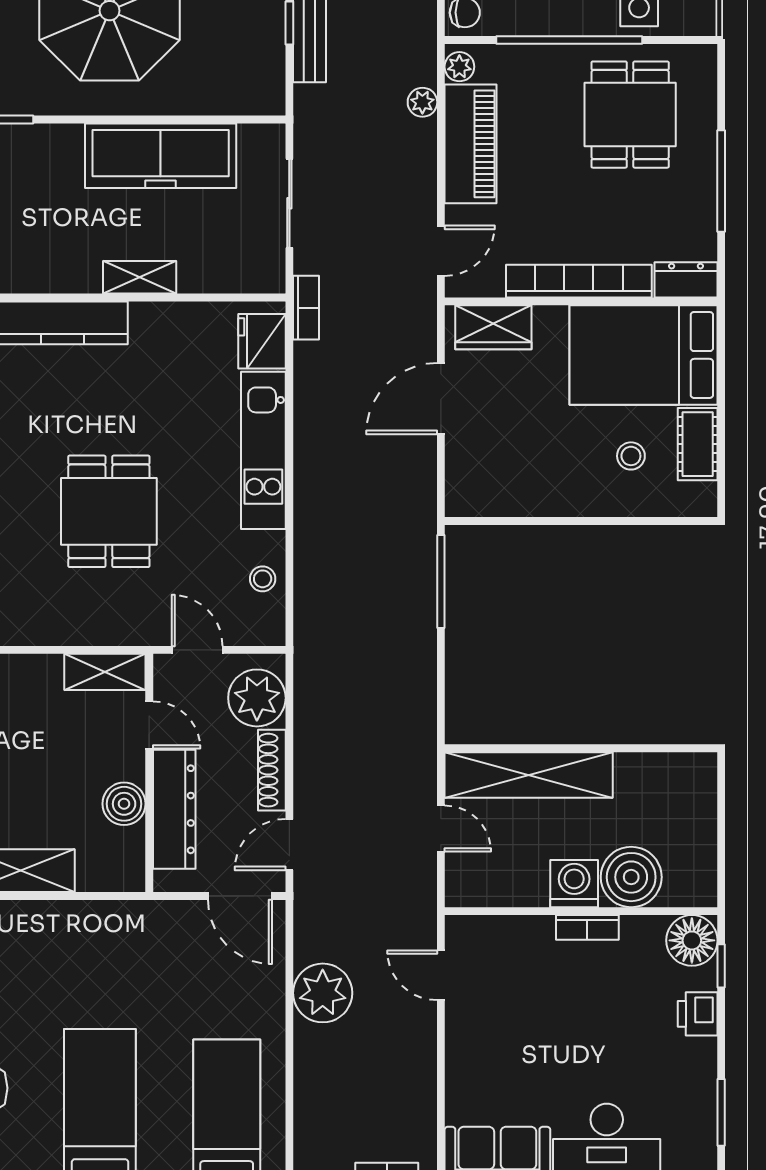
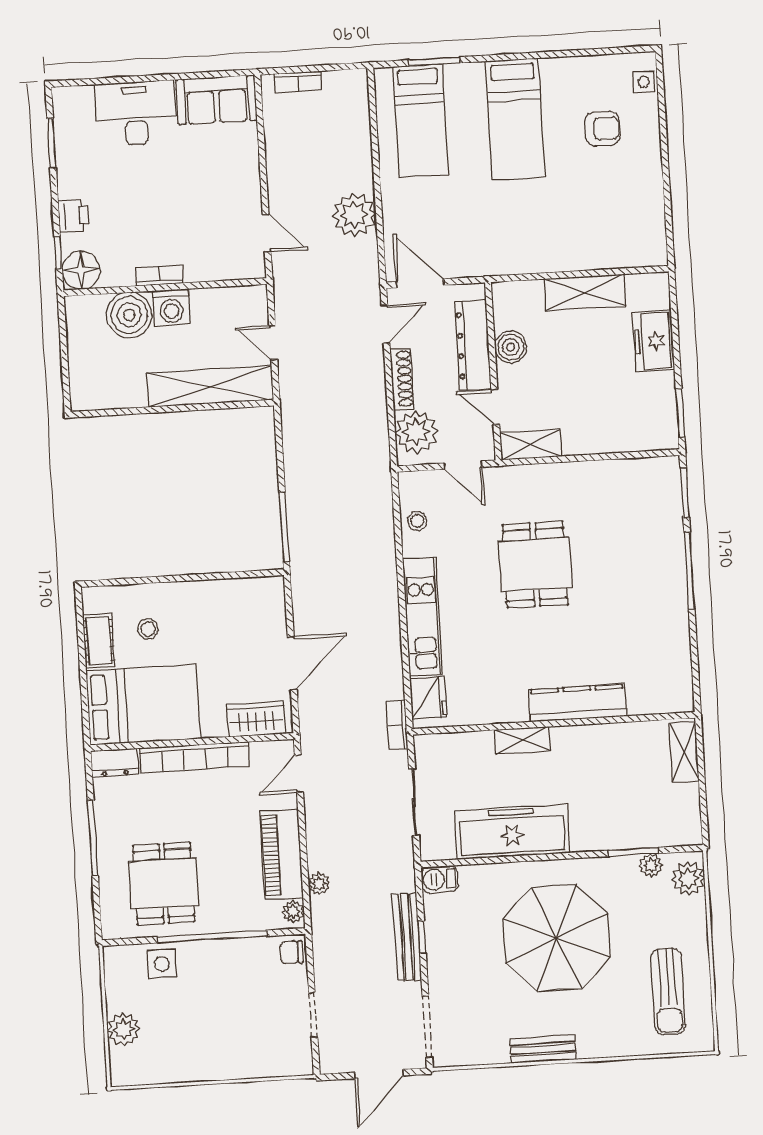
barbecue: (261, 98) -> (440, 879), added

